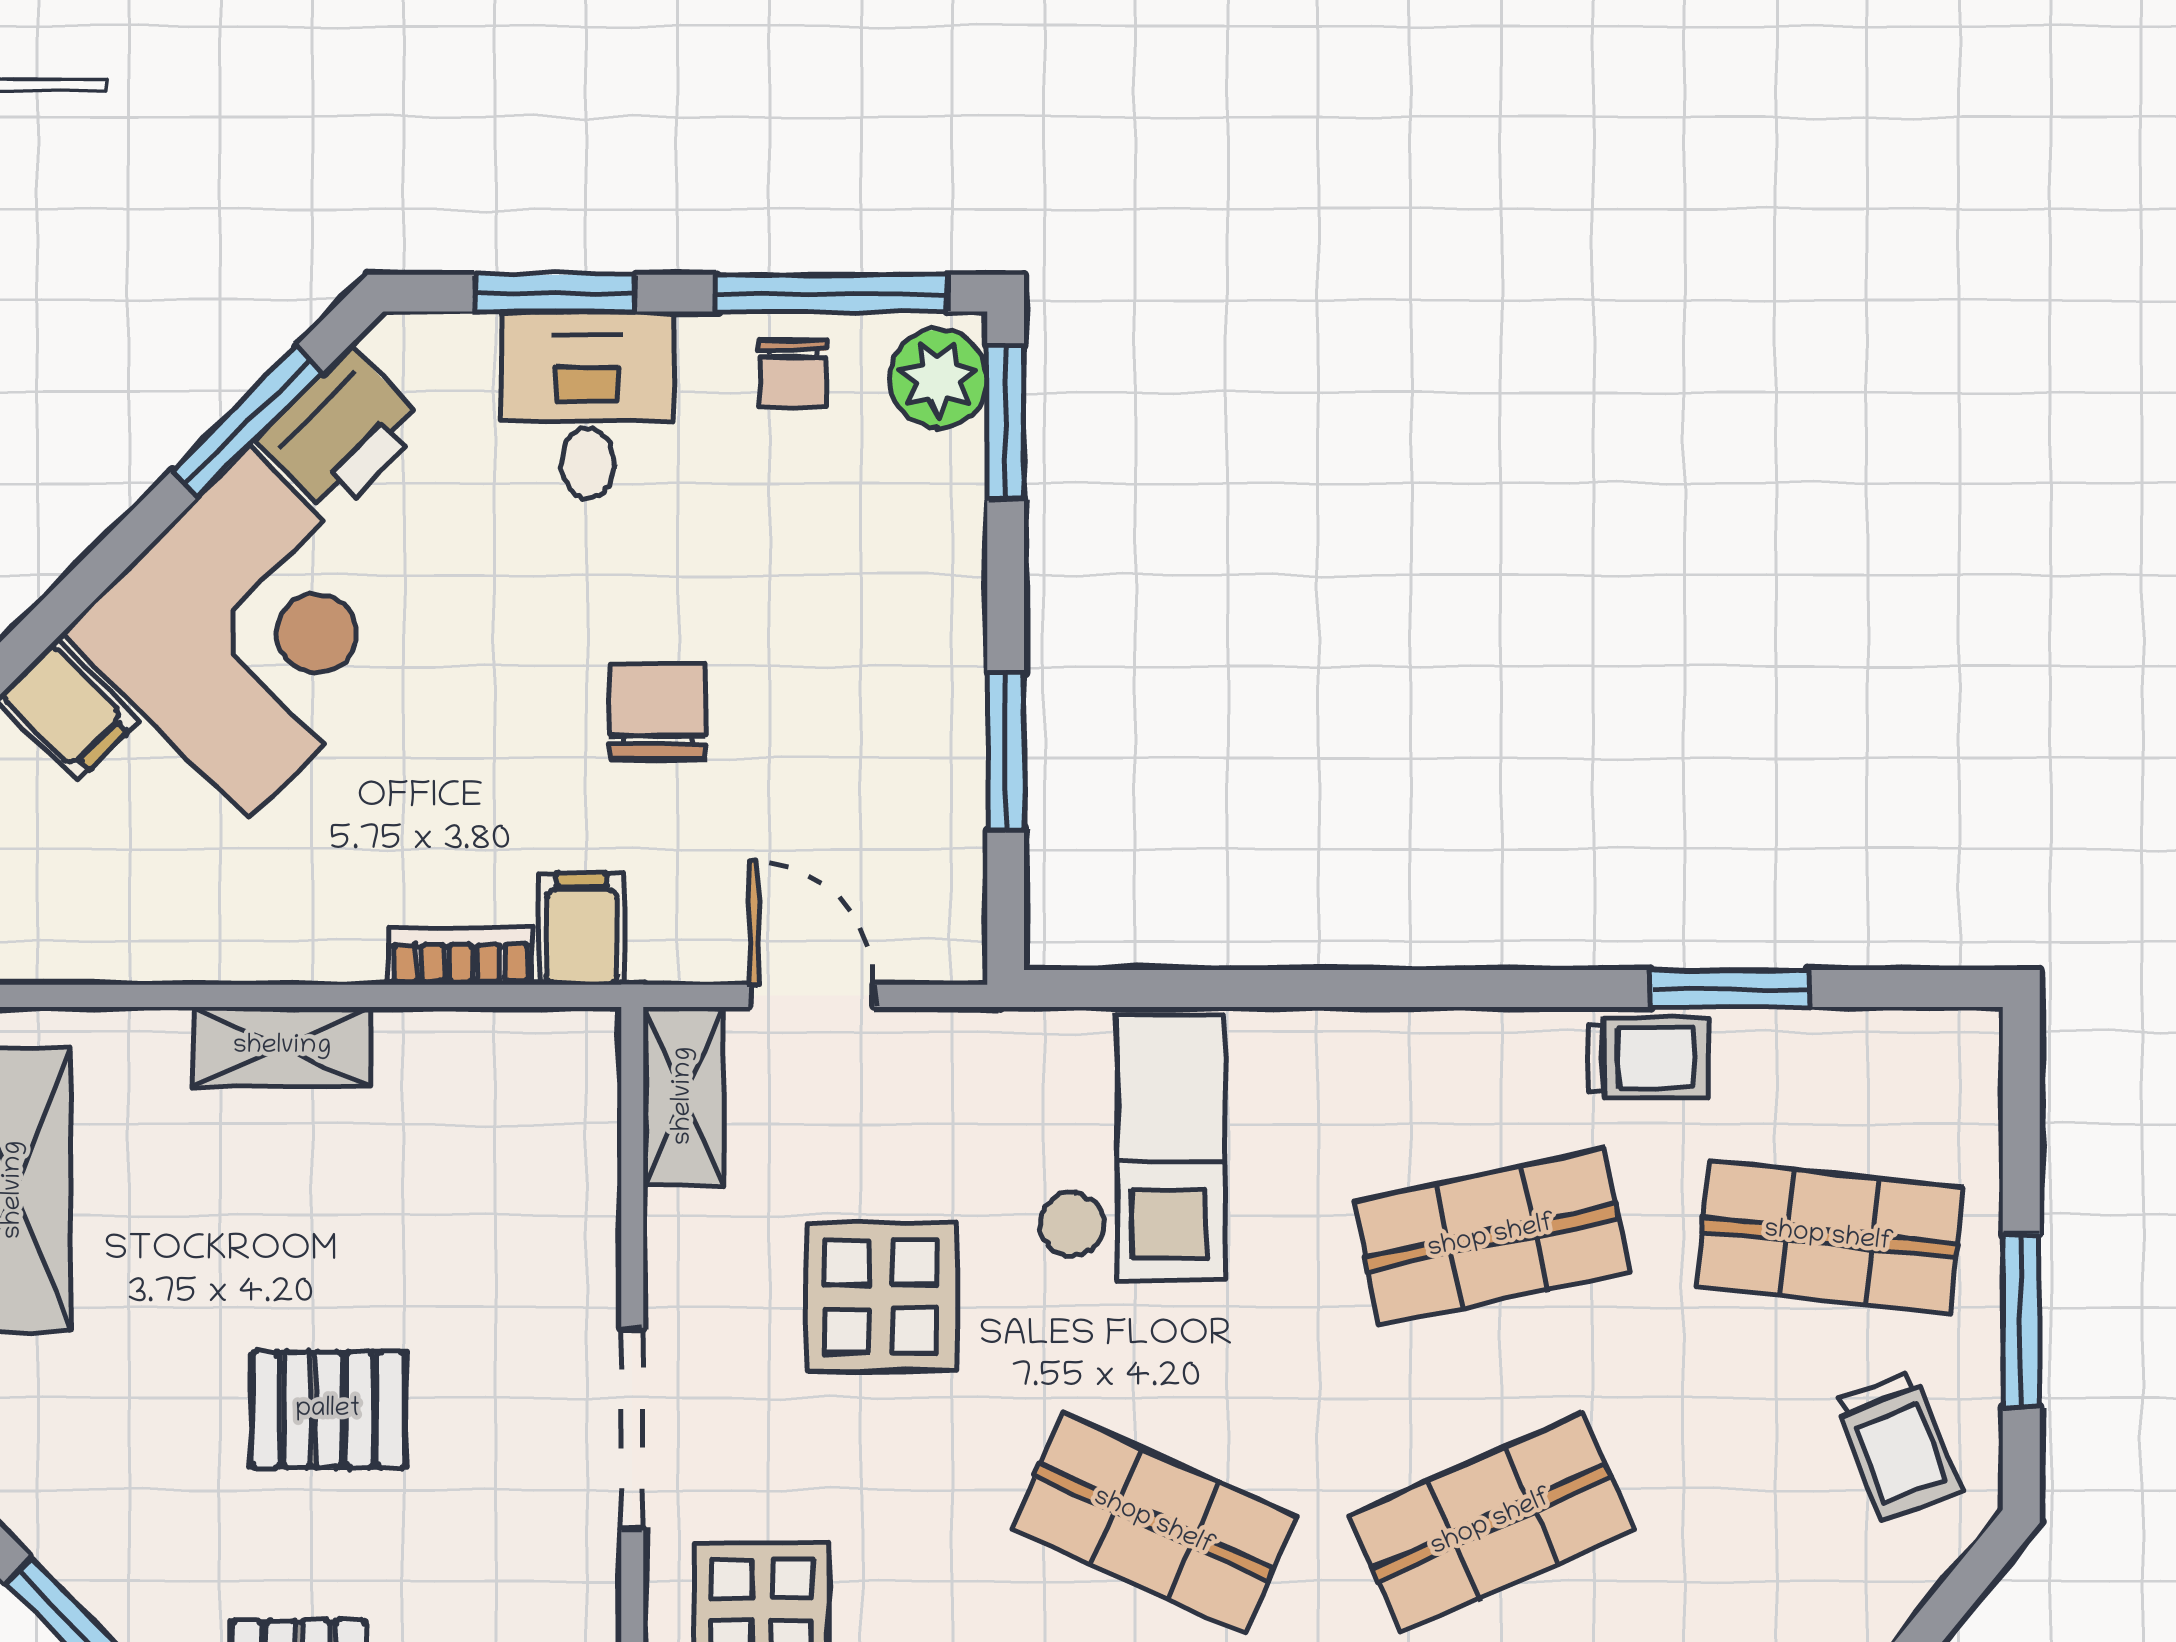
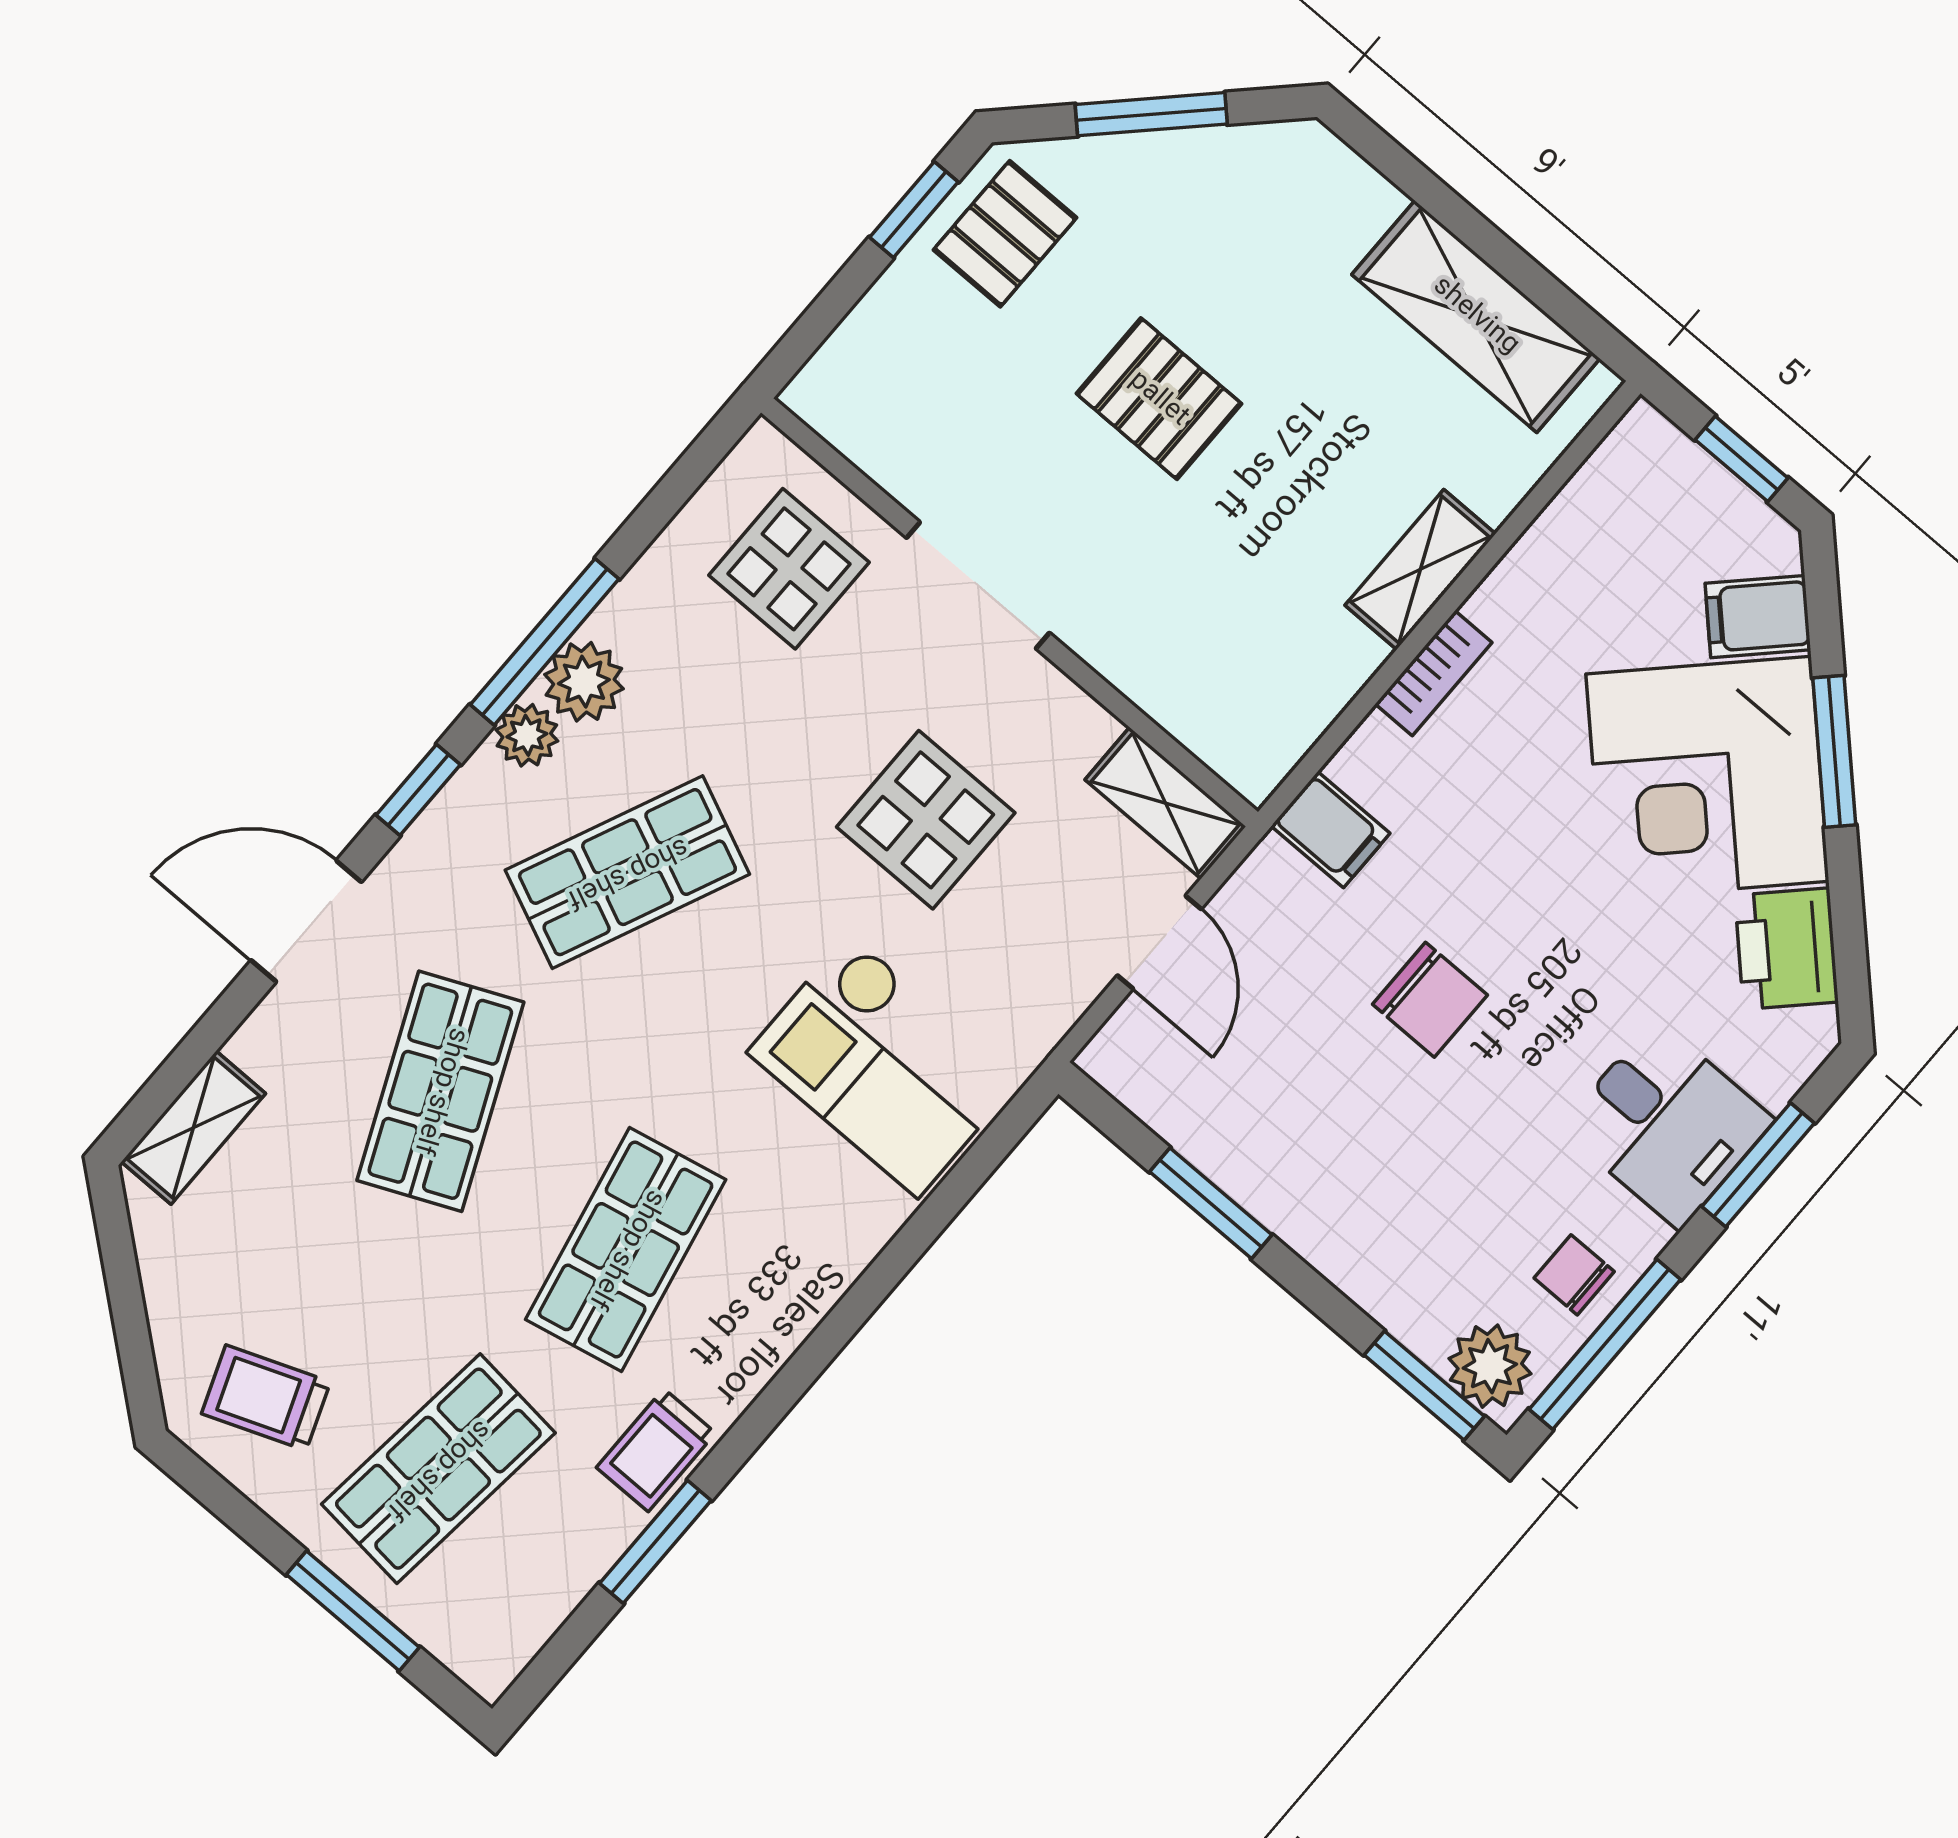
window: (247, 421) -> (1834, 751), moved
bookcase: (461, 956) -> (1434, 673), moved
door: (812, 996) -> (1159, 942), hinge flipped
window: (2021, 1321) -> (353, 1611), moved
pallet: (328, 1410) -> (1159, 399), turned 90

